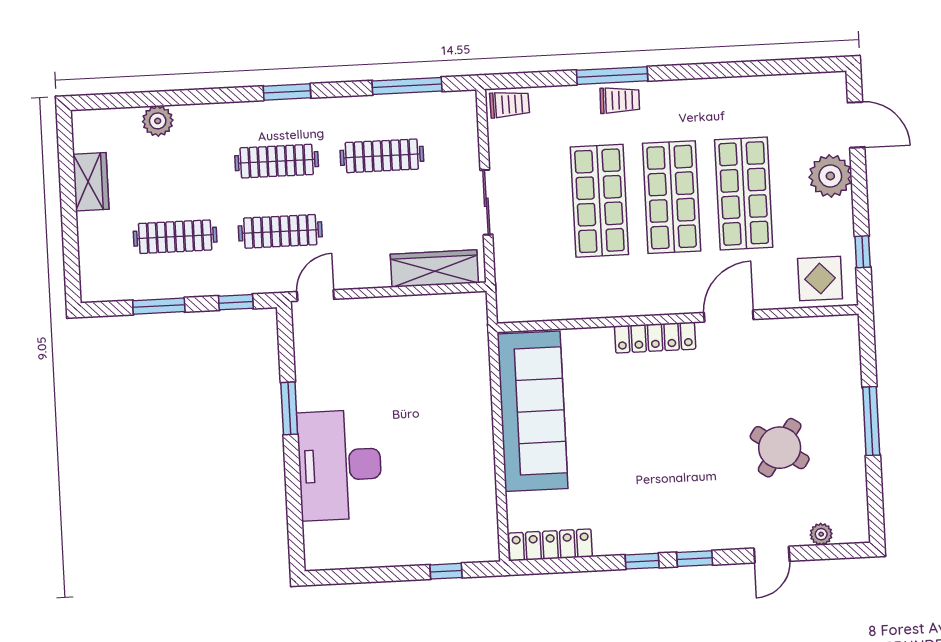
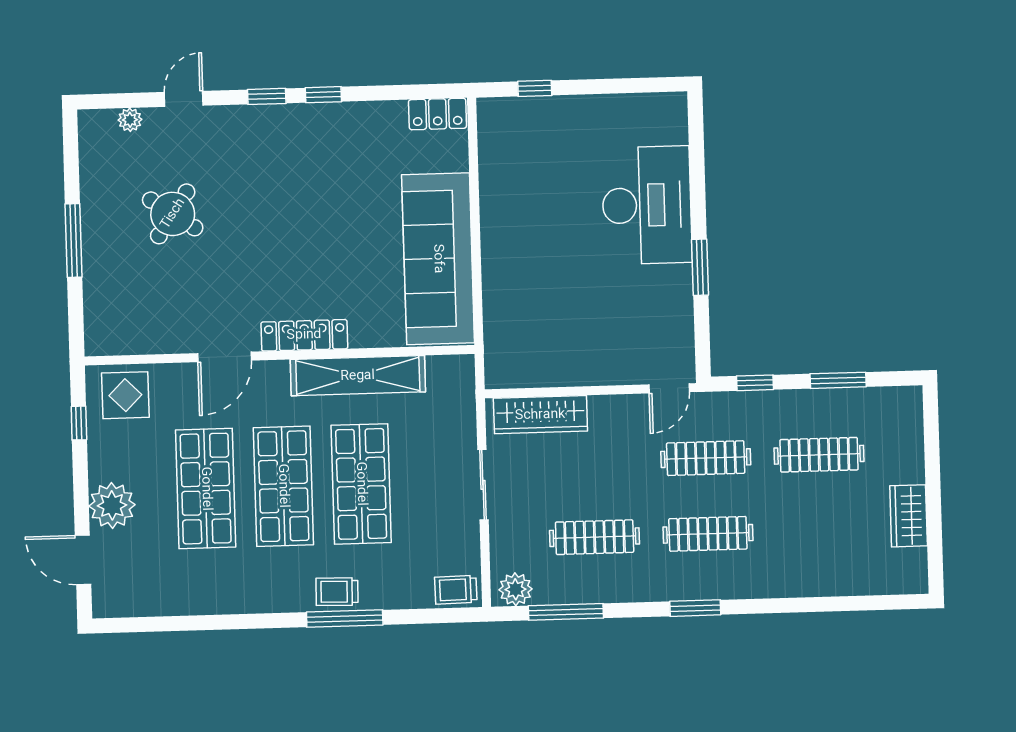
plant: (158, 121) -> (515, 589), moved
shelving: (605, 301) -> (358, 376), added
locker: (550, 545) -> (437, 114), width x0.66

